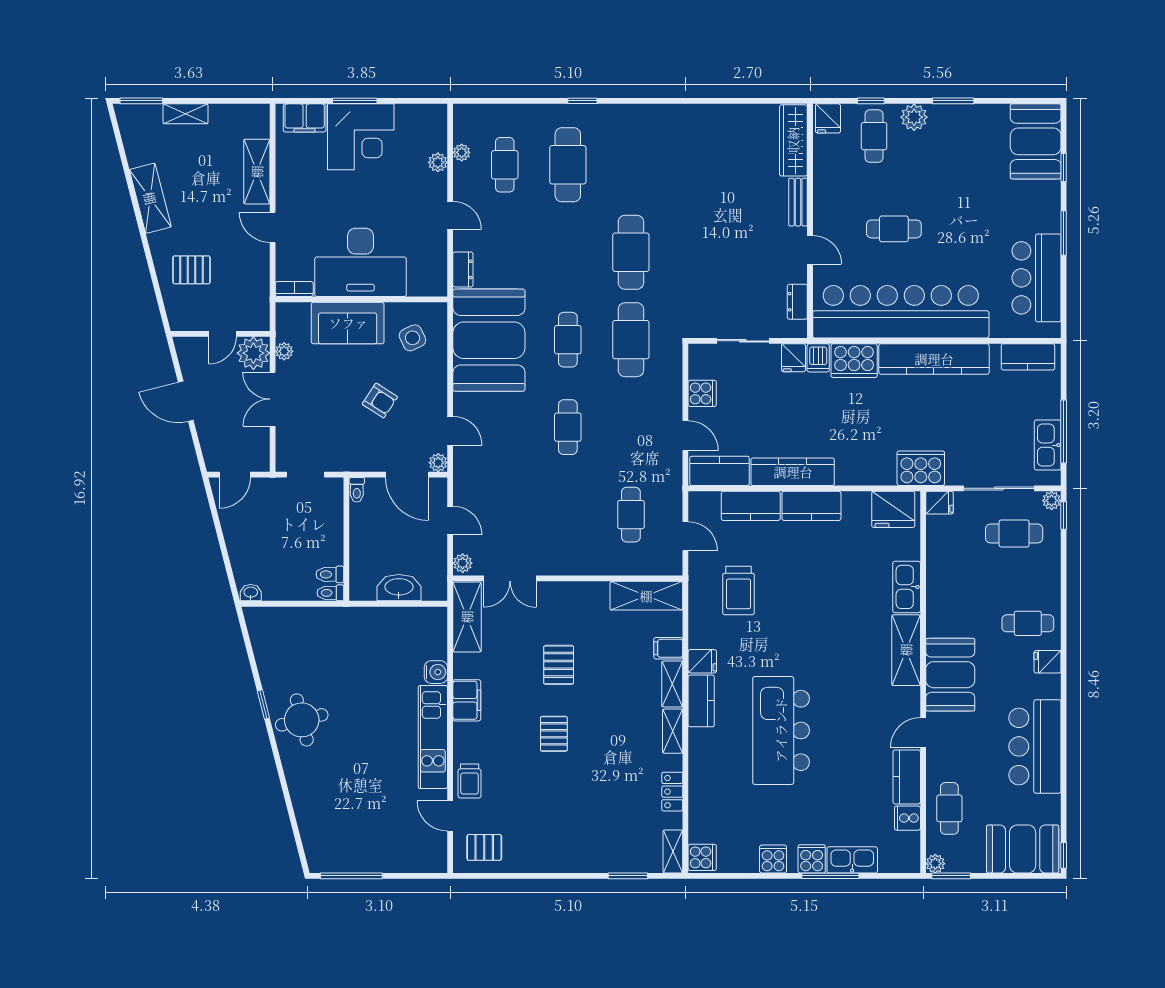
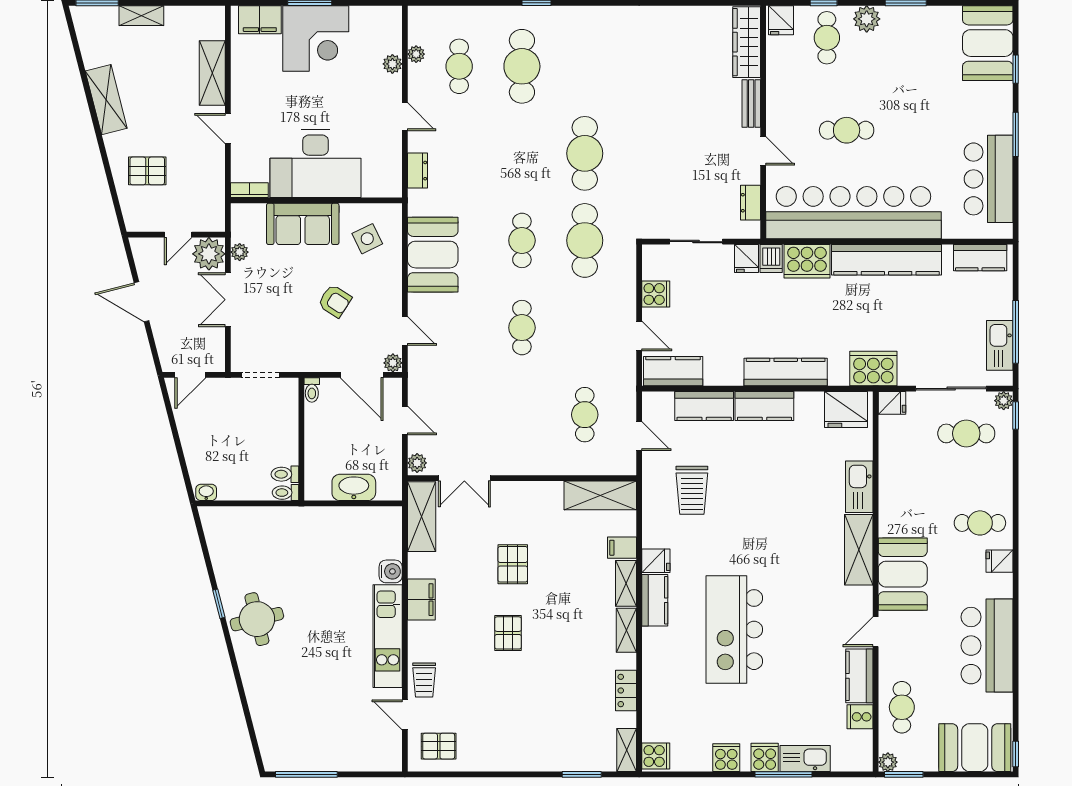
booth: (489, 340) -> (433, 255), width x0.73, depth x0.70
kitchen counter: (793, 472) -> (786, 372), moved

